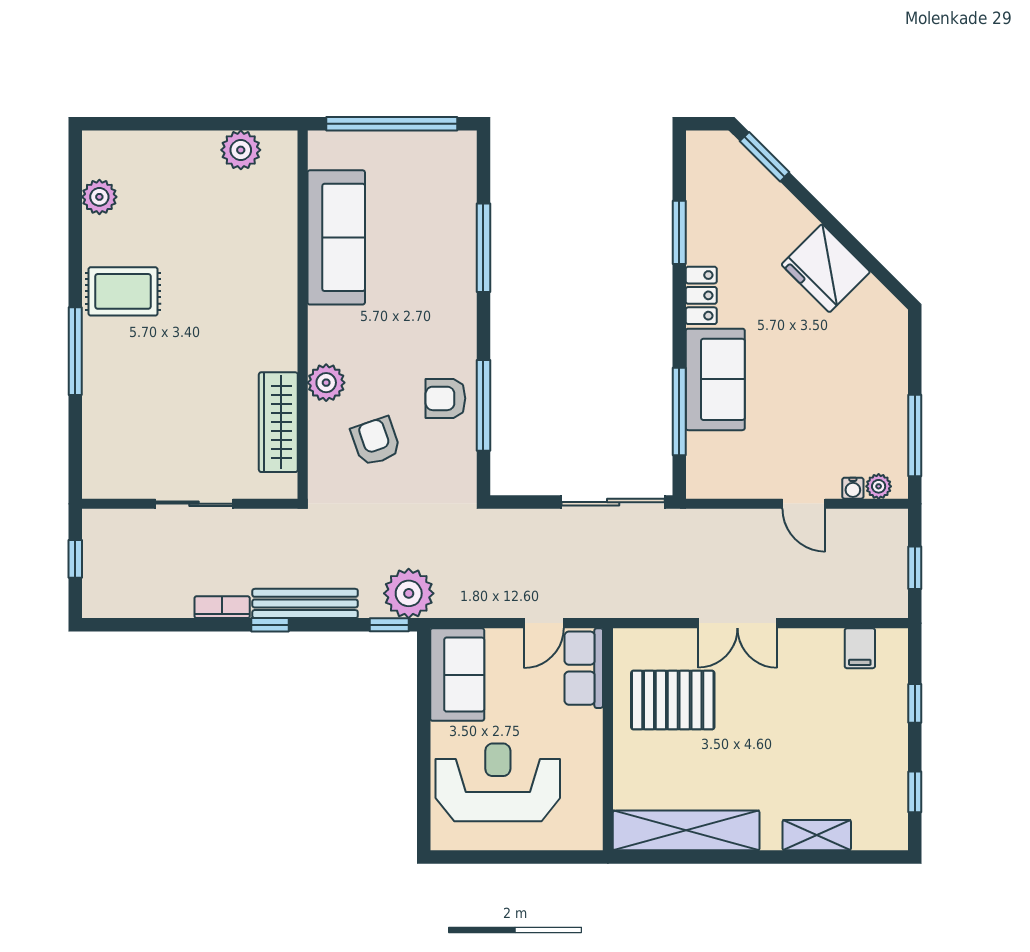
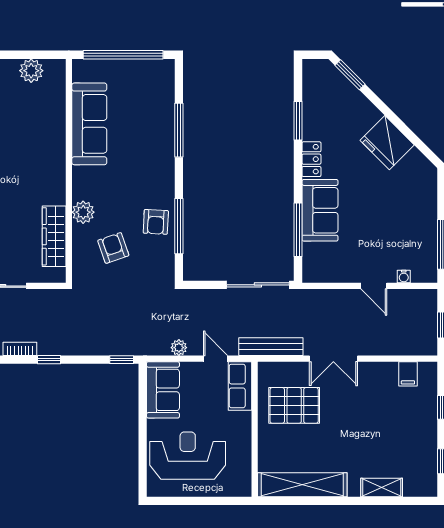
armchair: (445, 398) -> (156, 222), turned -87
plant: (879, 486) -> (419, 275), removed
plant: (409, 593) -> (179, 348), moved, width x0.53, depth x0.53
bench: (305, 603) -> (271, 347), moved
door: (544, 623) -> (216, 359), swing flipped

